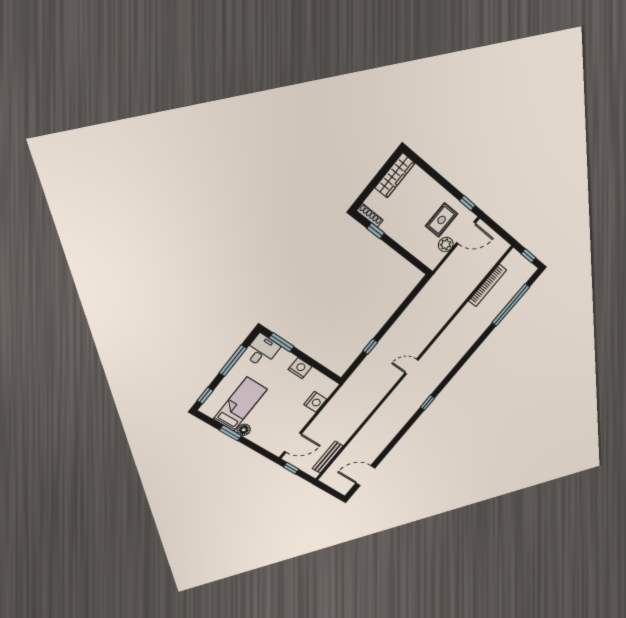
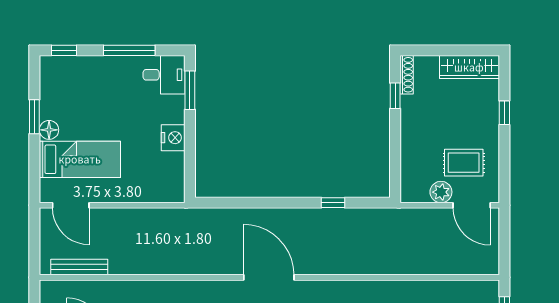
window: (467, 203) -> (504, 113), moved
bookcase: (488, 285) -> (433, 288), removed
window: (370, 346) -> (333, 203), moved
door: (411, 367) -> (269, 277), width x1.88
nightstand: (315, 402) -> (143, 191), removed
bed: (240, 404) -> (80, 159), moved
window: (291, 468) -> (34, 231), removed

